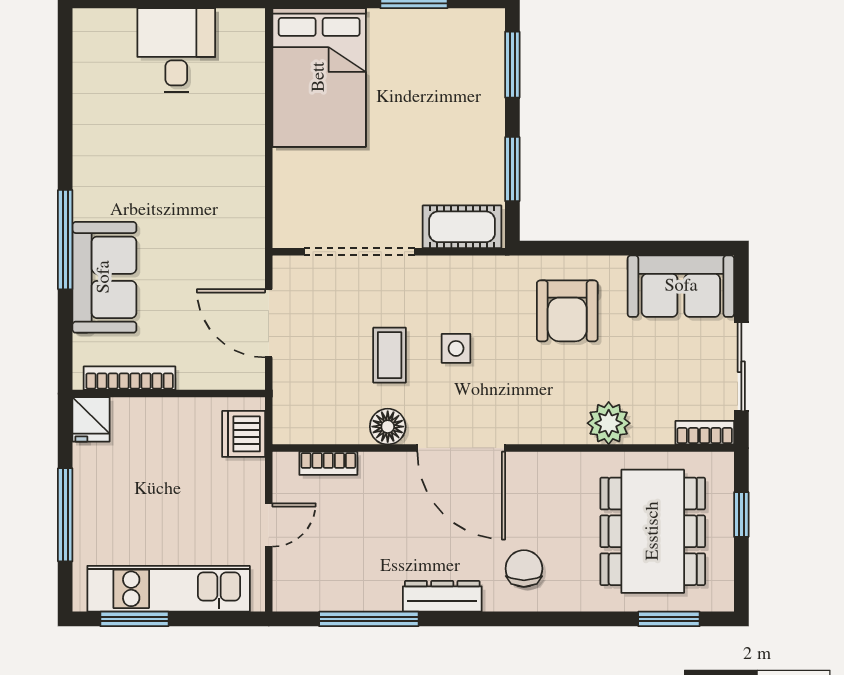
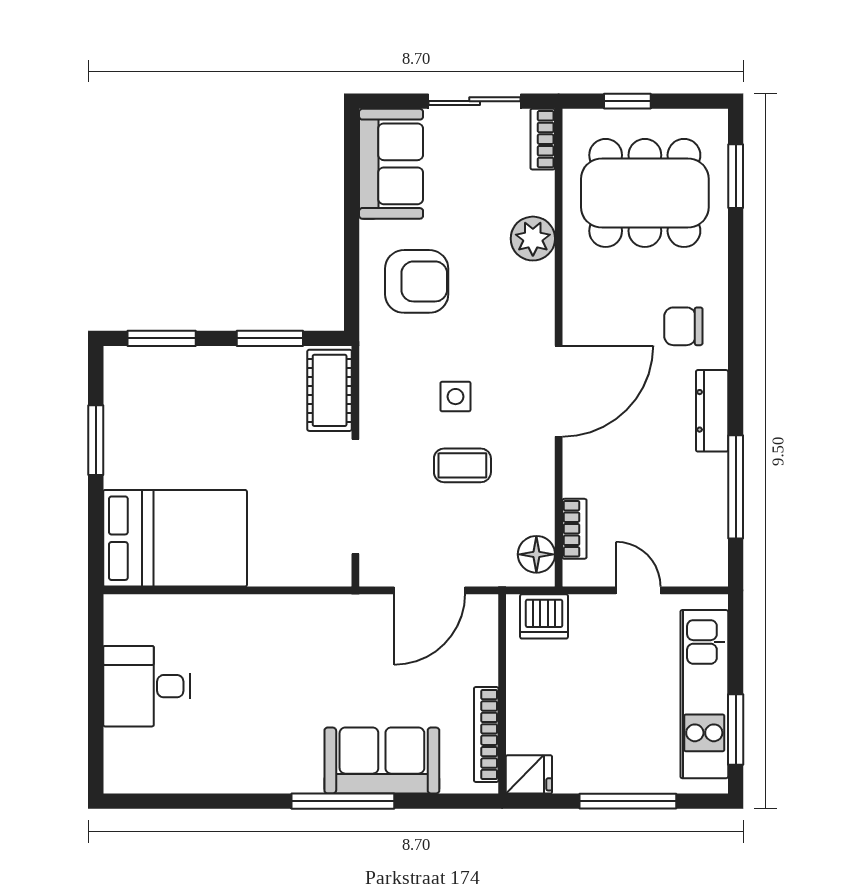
floor lamp: (388, 427) -> (536, 554), moved

